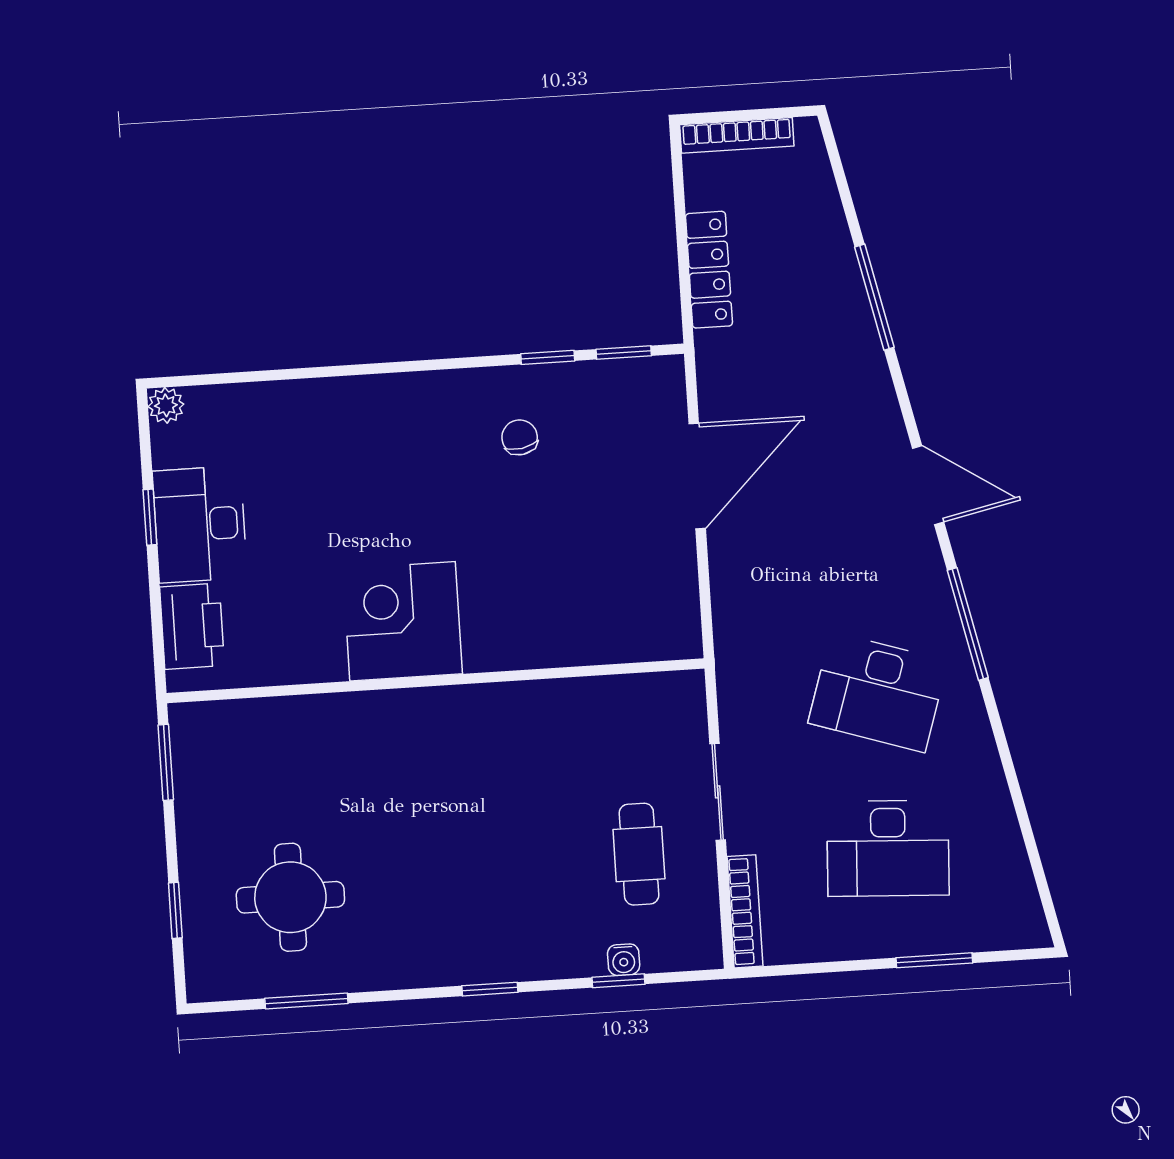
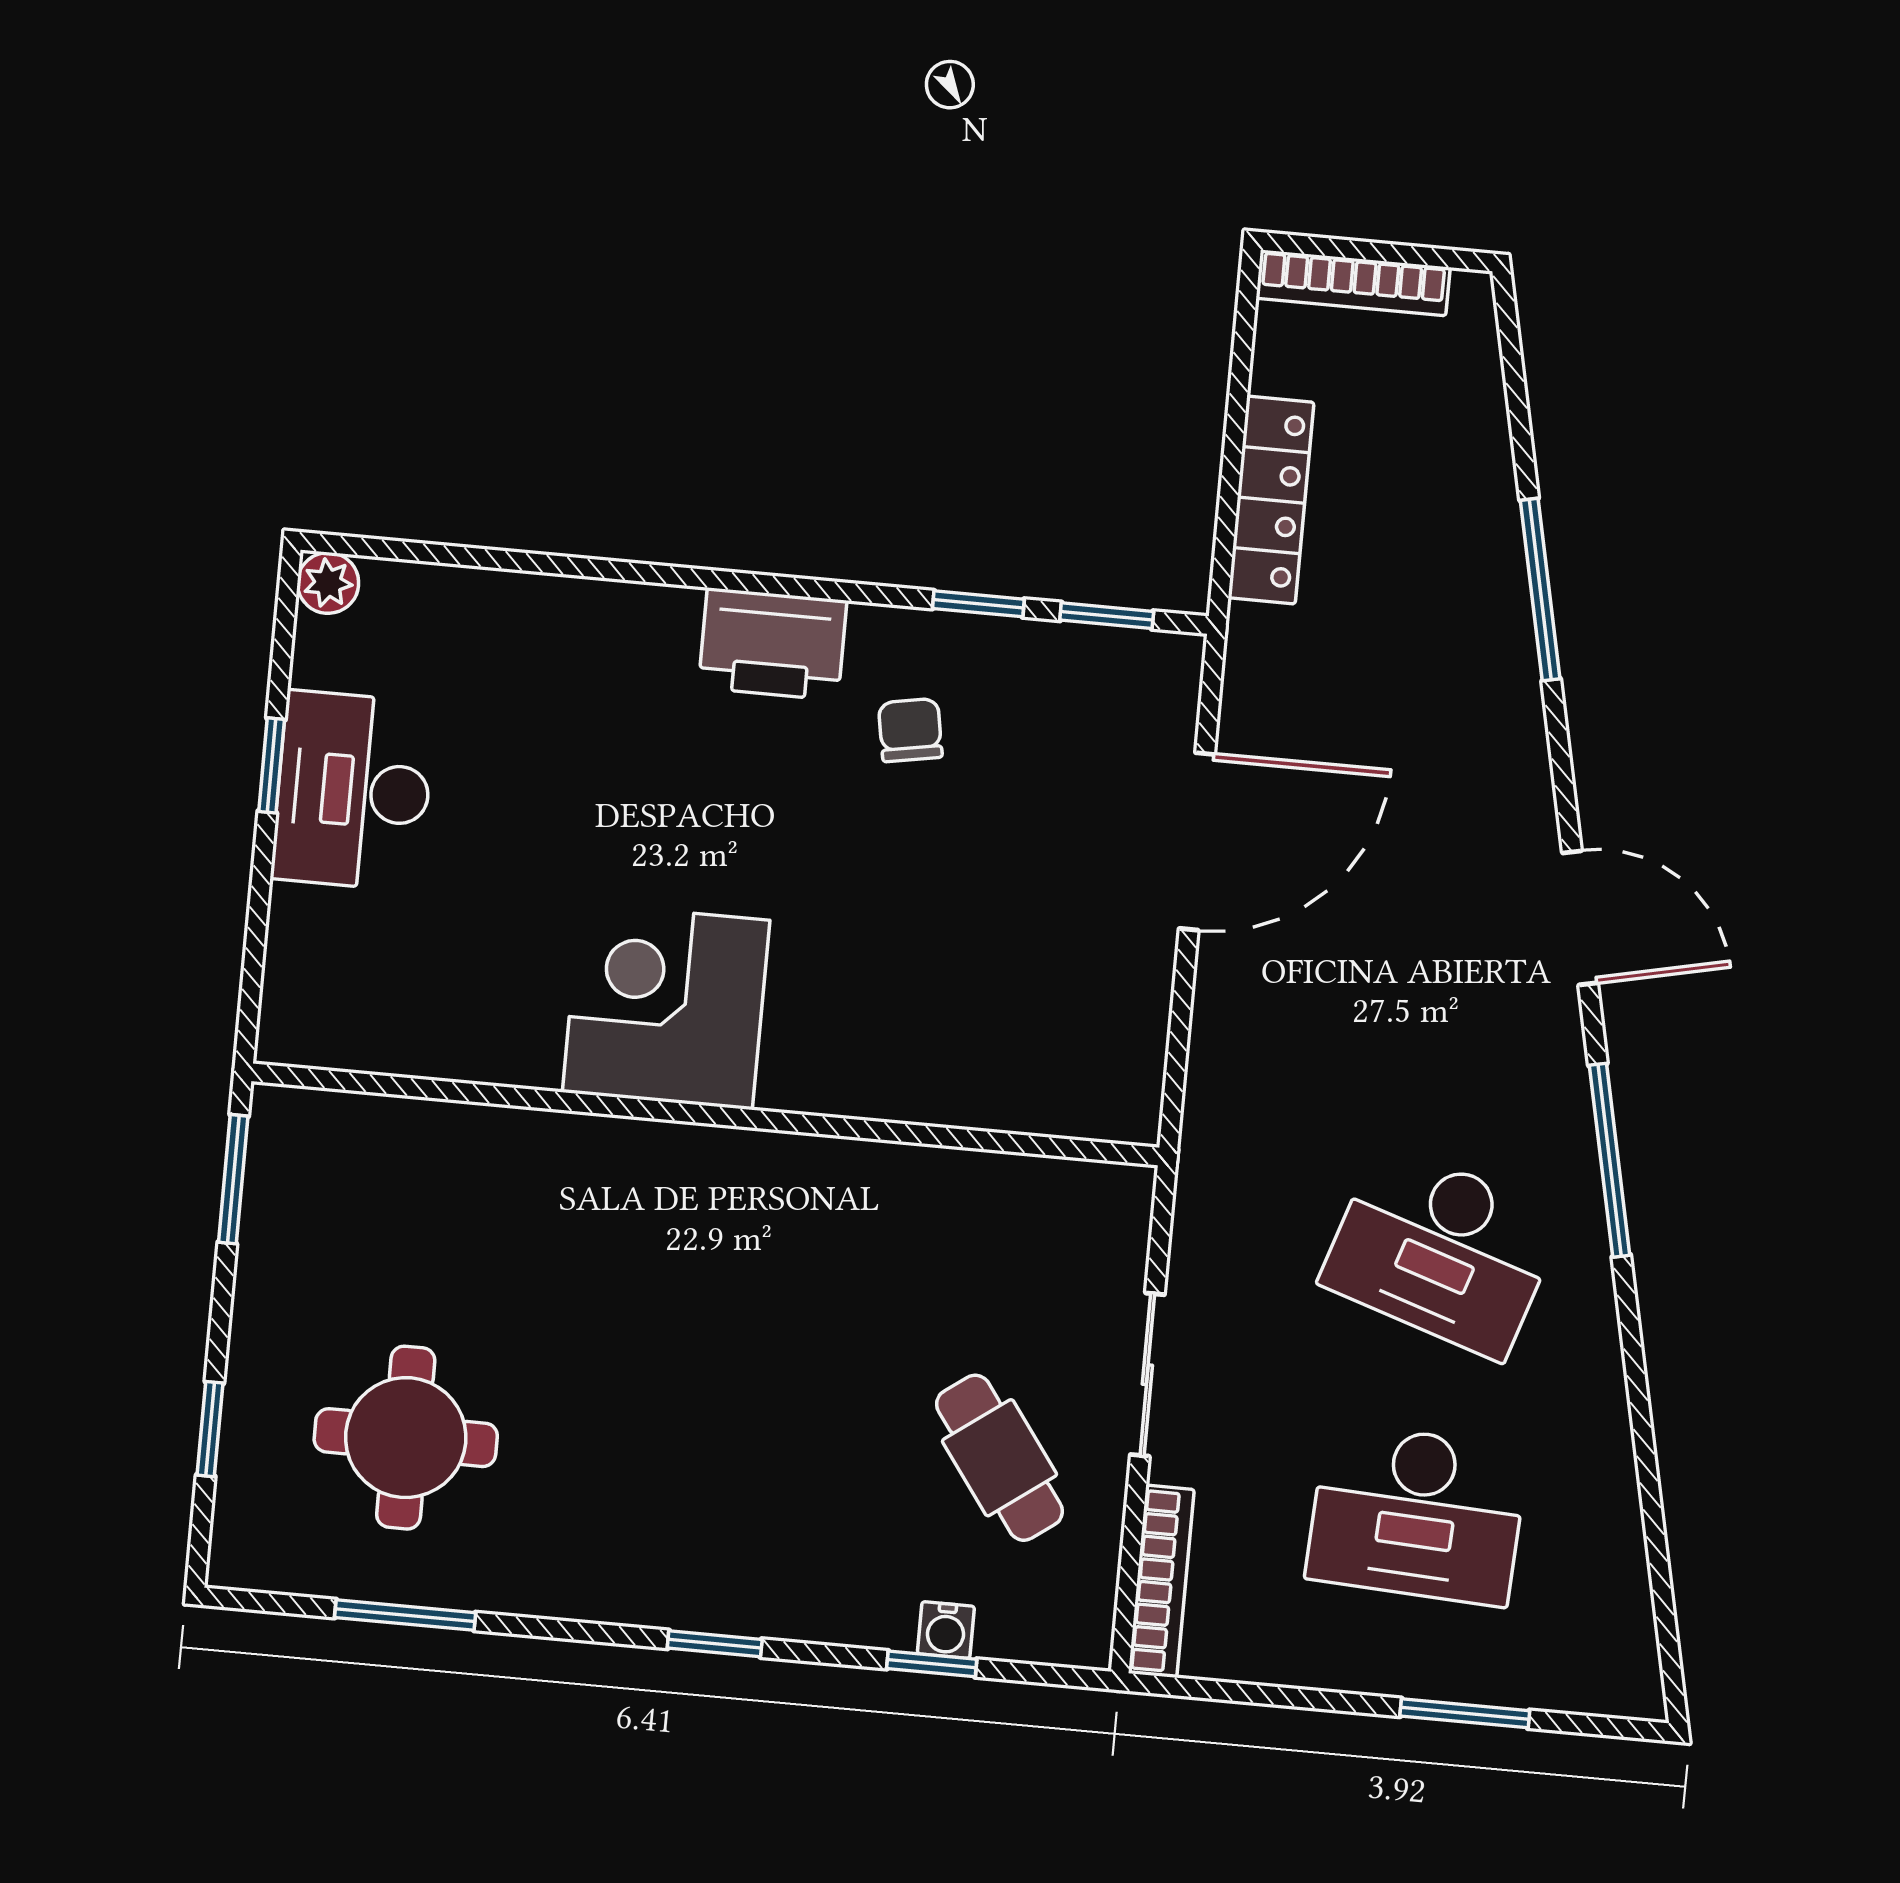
printer: (192, 626) -> (773, 644), moved, turned 90
cafe table: (639, 854) -> (999, 1458), turned -36

